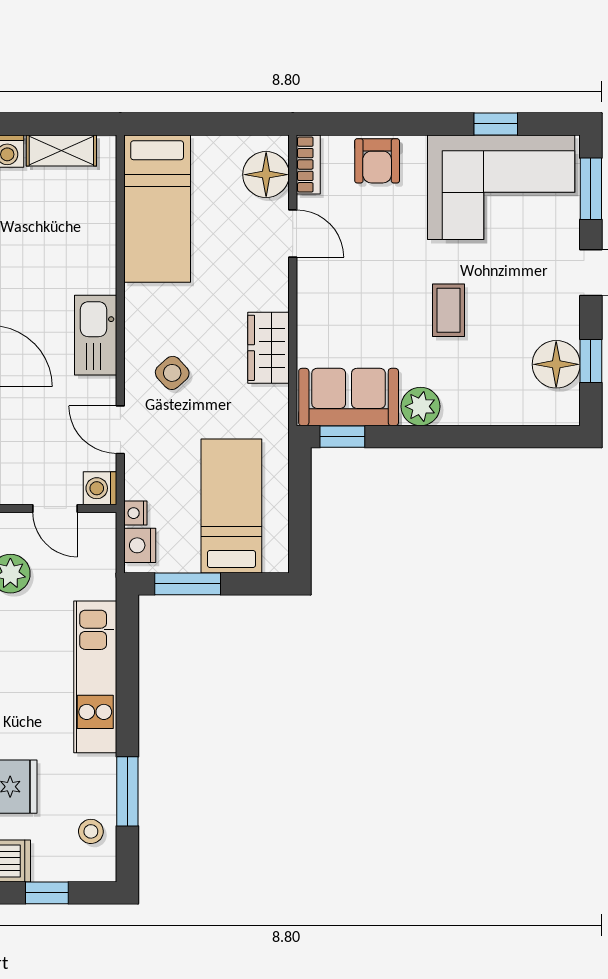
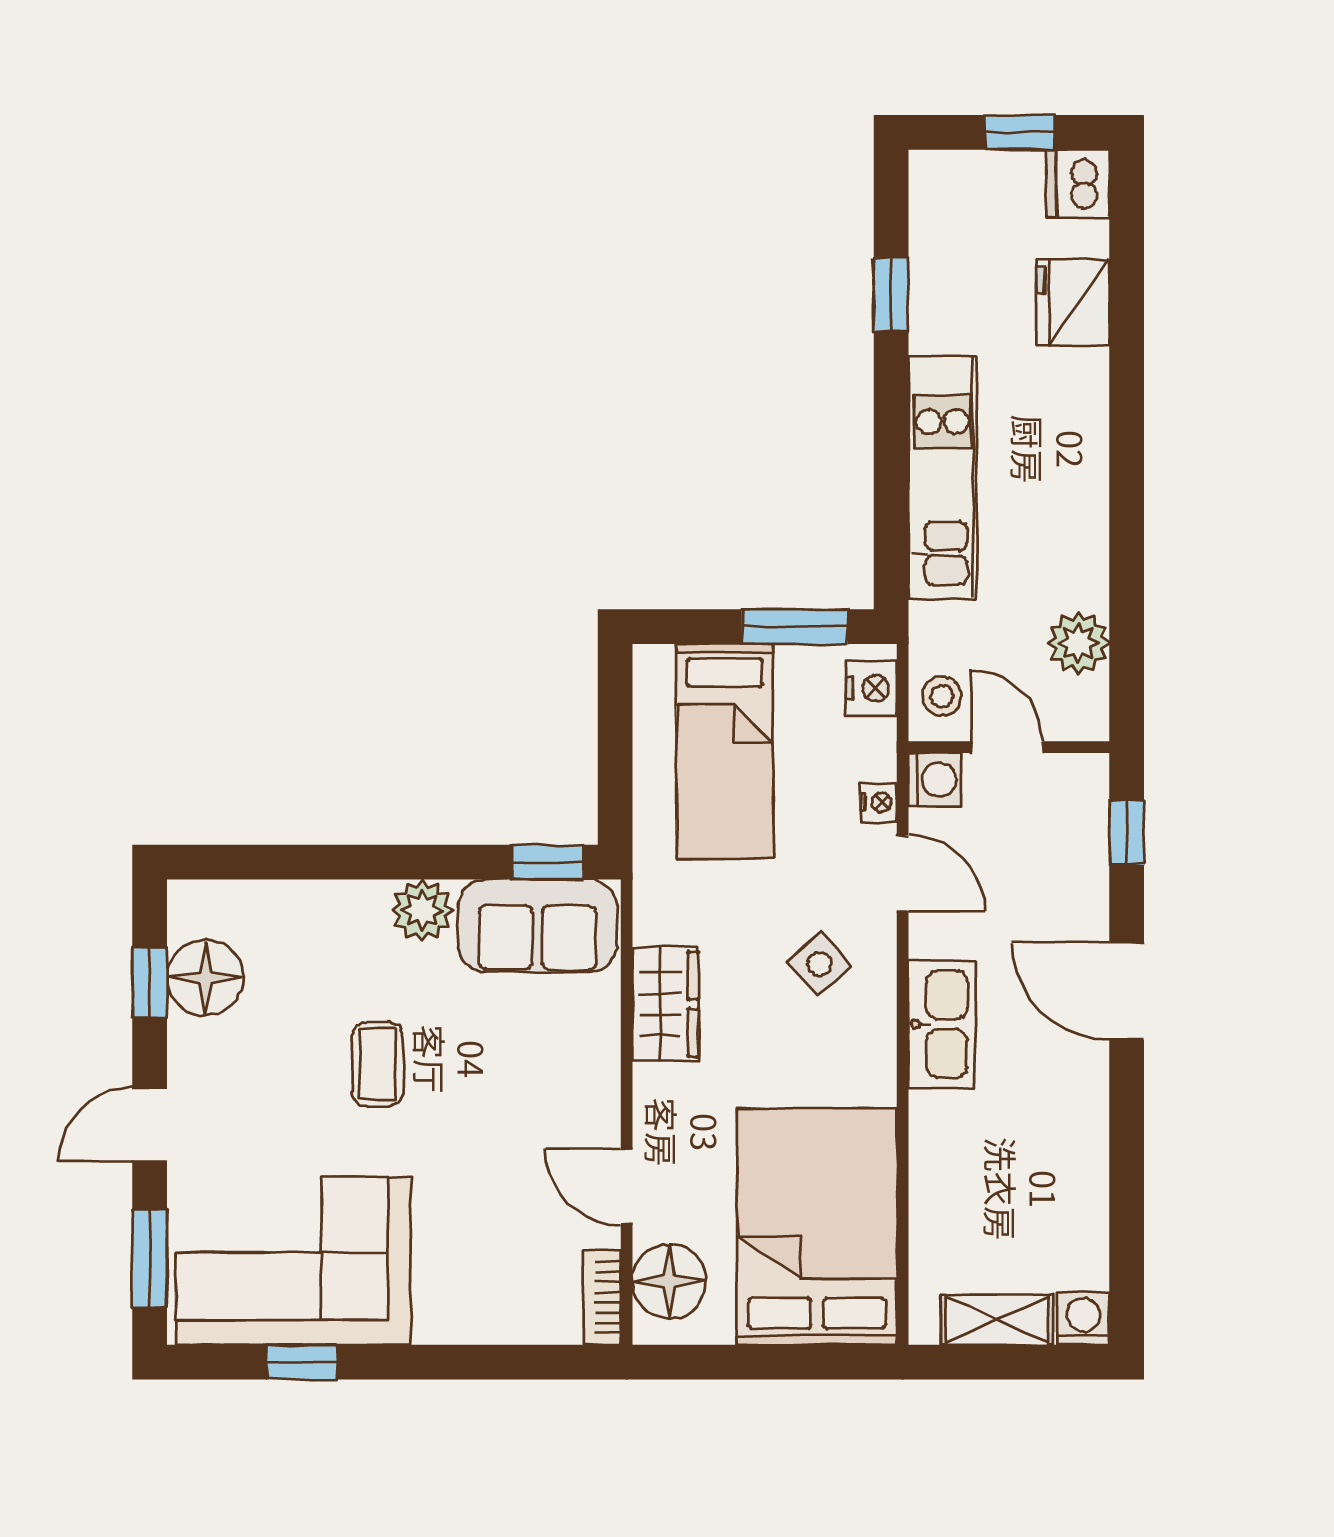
armchair: (377, 161) -> (492, 1303), removed
bed: (157, 209) -> (817, 1227), width x1.50
nightstand: (135, 513) -> (878, 802), moved
window: (127, 791) -> (891, 295), width x0.67
stool: (91, 831) -> (942, 696), moved

